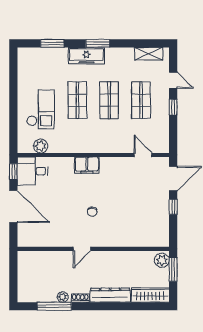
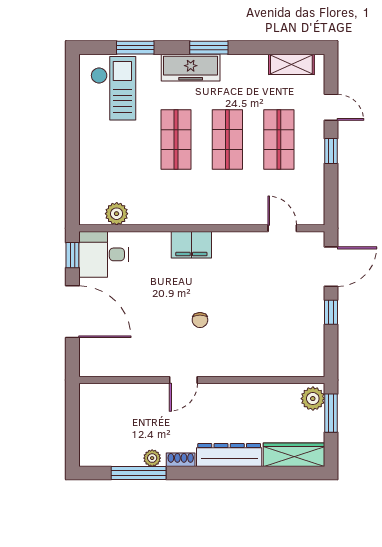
checkout: (41, 109) -> (113, 88), moved

